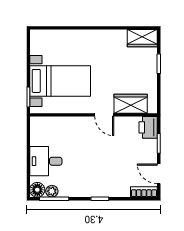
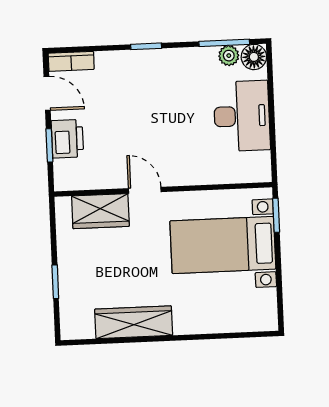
wardrobe: (142, 38) -> (134, 322), moved, width x1.50
printer: (148, 127) -> (67, 139), moved
desk: (46, 161) -> (242, 116), width x1.37

